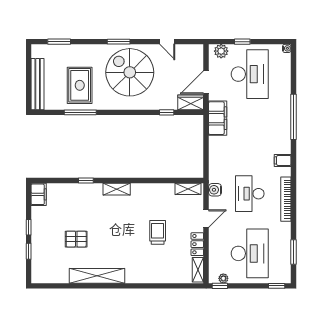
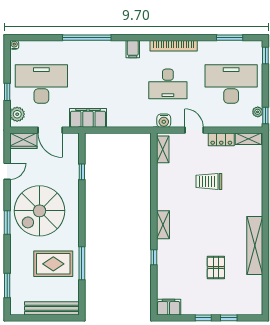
wardrobe: (191, 102) -> (23, 141), moved, turned -90

